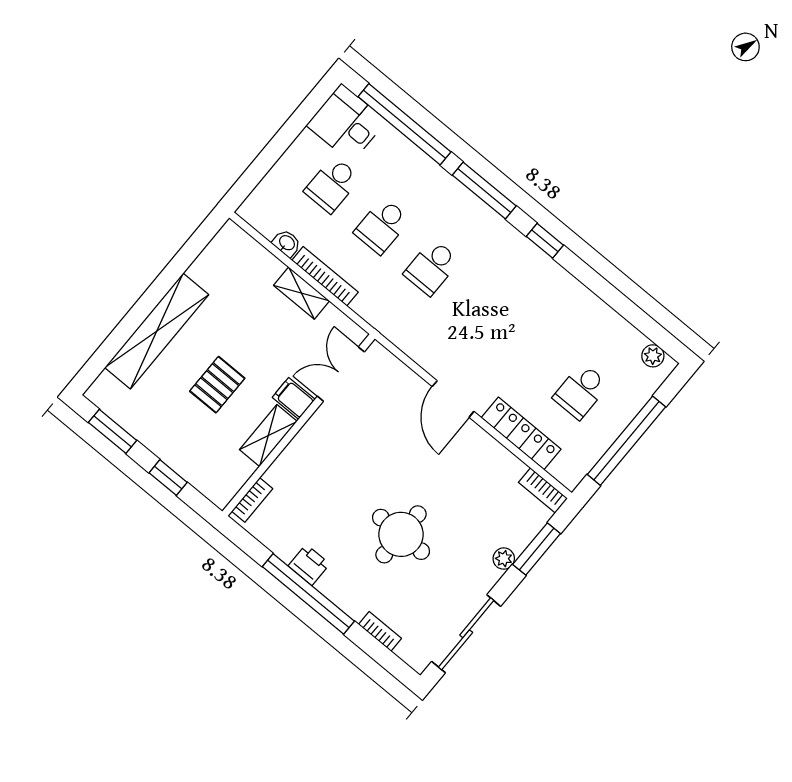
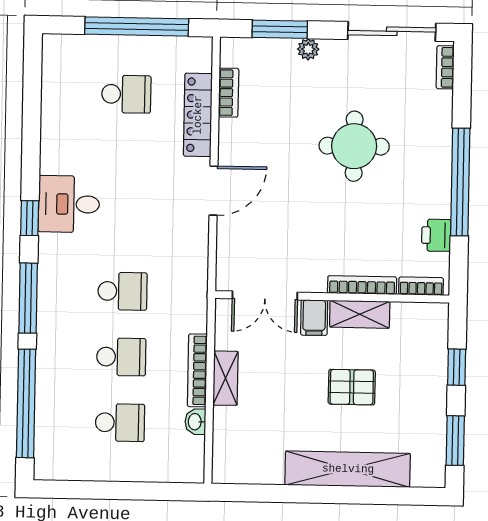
desk: (346, 123) -> (69, 204), moved, turned 90
plant: (653, 356) -> (53, 59), removed
bookcase: (289, 455) -> (362, 285), added
bookcase: (543, 490) -> (229, 93), moved
printer: (309, 565) -> (436, 235), moved
bookcase: (380, 631) -> (445, 67), moved

